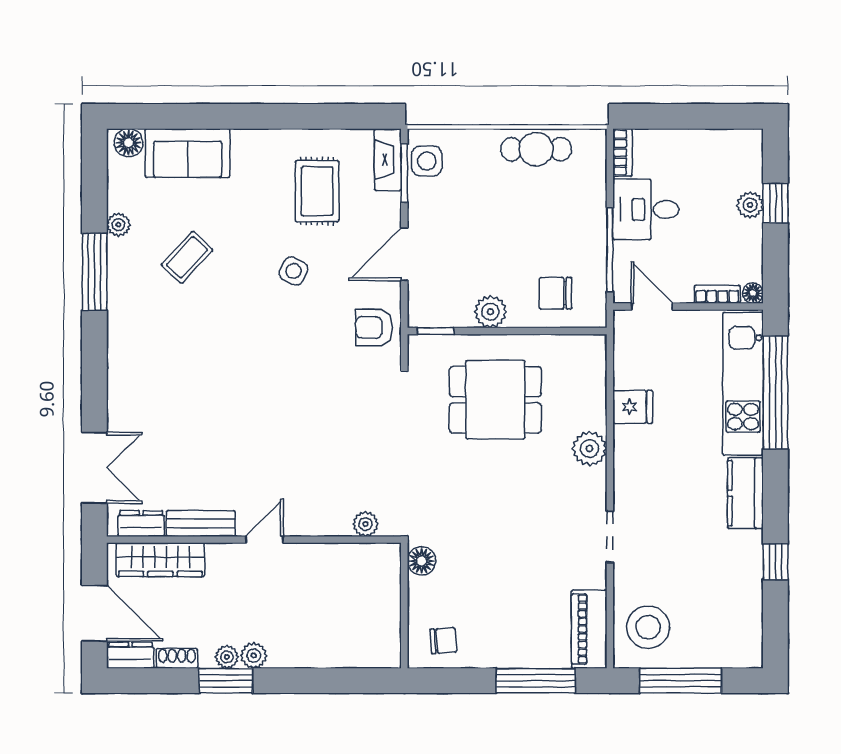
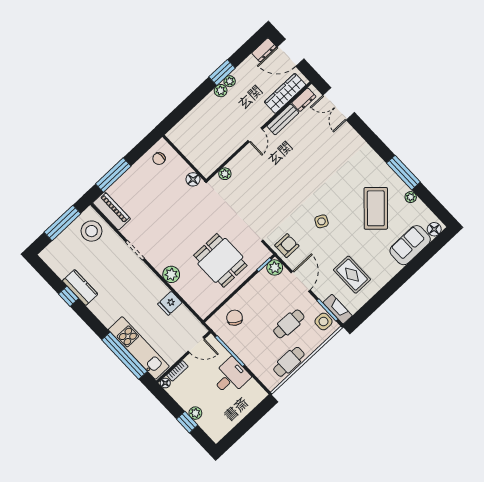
bookcase: (623, 153) -> (258, 389), removed
cafe table: (483, 207) -> (289, 324), added
coffee table: (187, 257) -> (376, 208), width x1.86, depth x1.72
side table: (294, 271) -> (322, 221), moved
chair: (555, 293) -> (235, 318), turned -54
plant: (490, 312) -> (275, 267), moved
dining table: (495, 400) -> (220, 260), turned 90
kitchen counter: (745, 493) -> (80, 287), moved
shoe rack: (177, 658) -> (247, 64), removed

